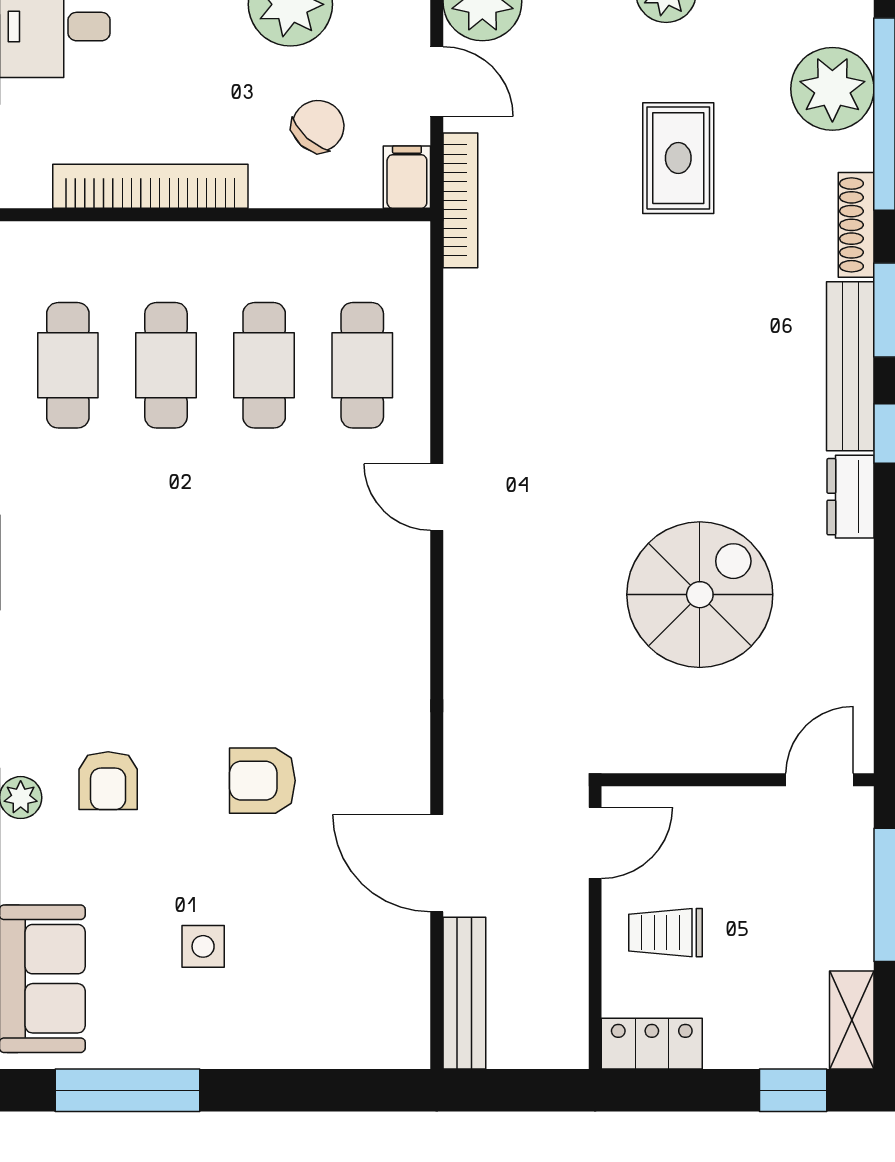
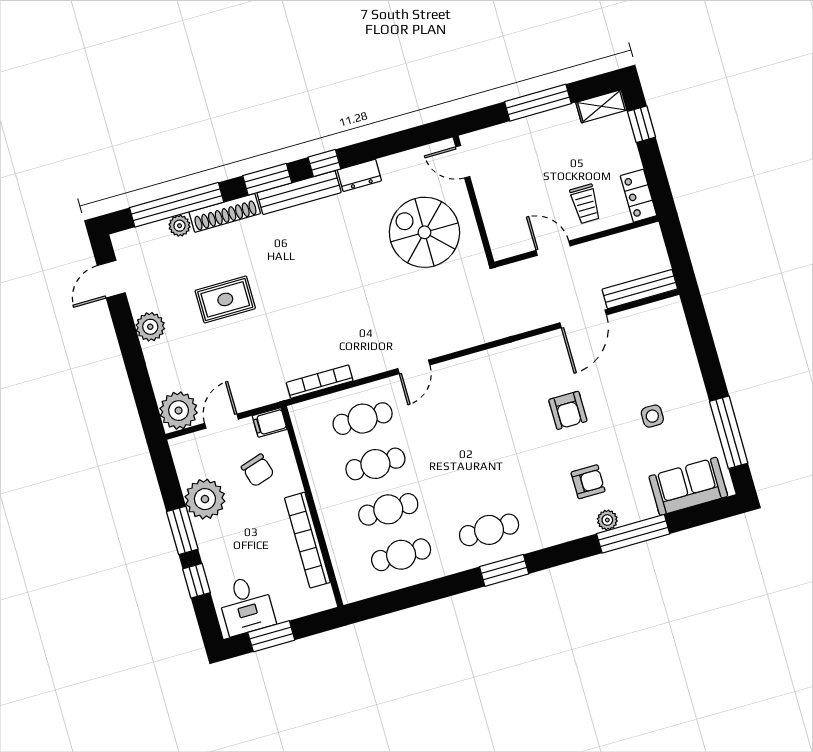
plant: (832, 89) -> (180, 226), width x0.53, depth x0.53
chair: (318, 126) -> (258, 470), turned -149
bookcase: (460, 200) -> (320, 382), moved
shoe rack: (856, 225) -> (225, 213), width x1.36, depth x1.24
cafe table: (68, 555) -> (489, 530), added
wall: (738, 780) -> (473, 200), moved
door: (820, 780) -> (463, 162), moved

